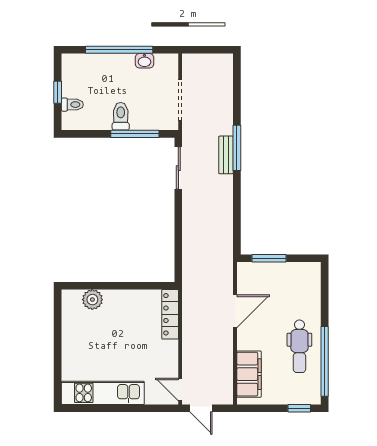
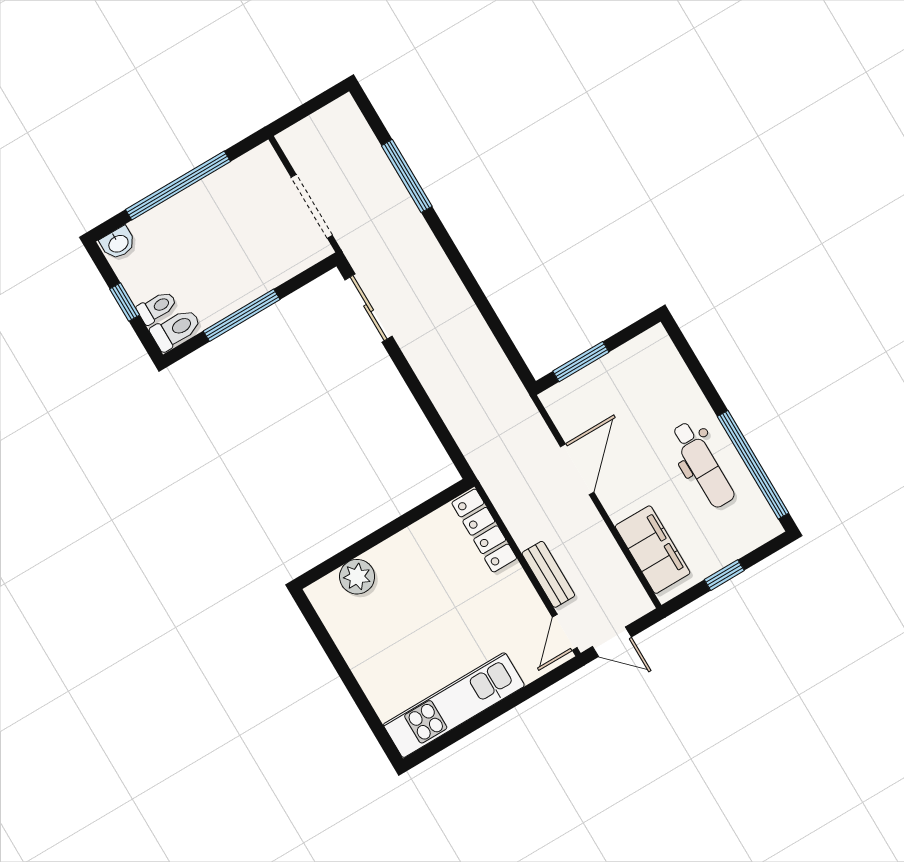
washbasin: (144, 61) -> (118, 243), moved
toilet: (121, 116) -> (176, 329), moved, turned 90
window: (135, 134) -> (242, 315), moved
window: (237, 148) -> (407, 176), moved
bench: (226, 155) -> (548, 574), moved
door: (180, 389) -> (565, 632), hinge flipped
window: (299, 408) -> (724, 575), moved

